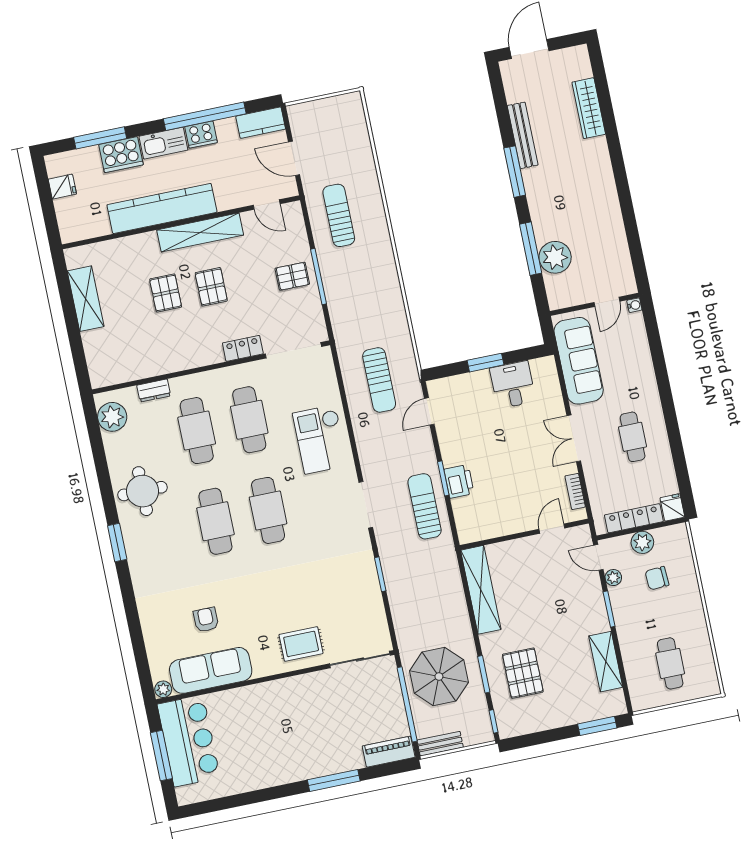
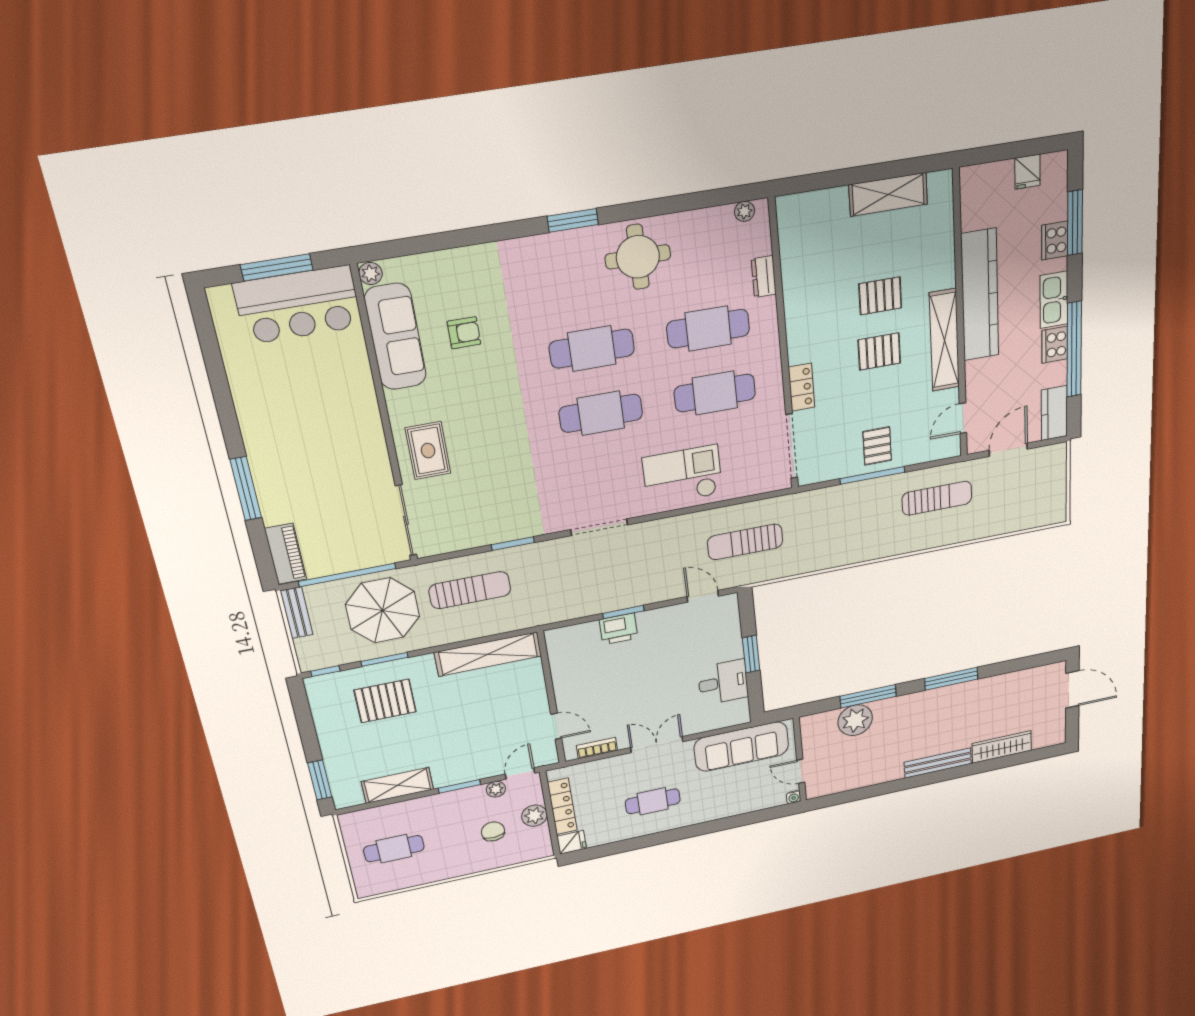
bench: (523, 135) -> (938, 763), moved
cooker: (121, 155) -> (1055, 241), width x0.73, depth x0.76
plant: (112, 417) -> (745, 211), width x0.53, depth x0.53
sun lounger: (425, 506) -> (470, 590), moved

